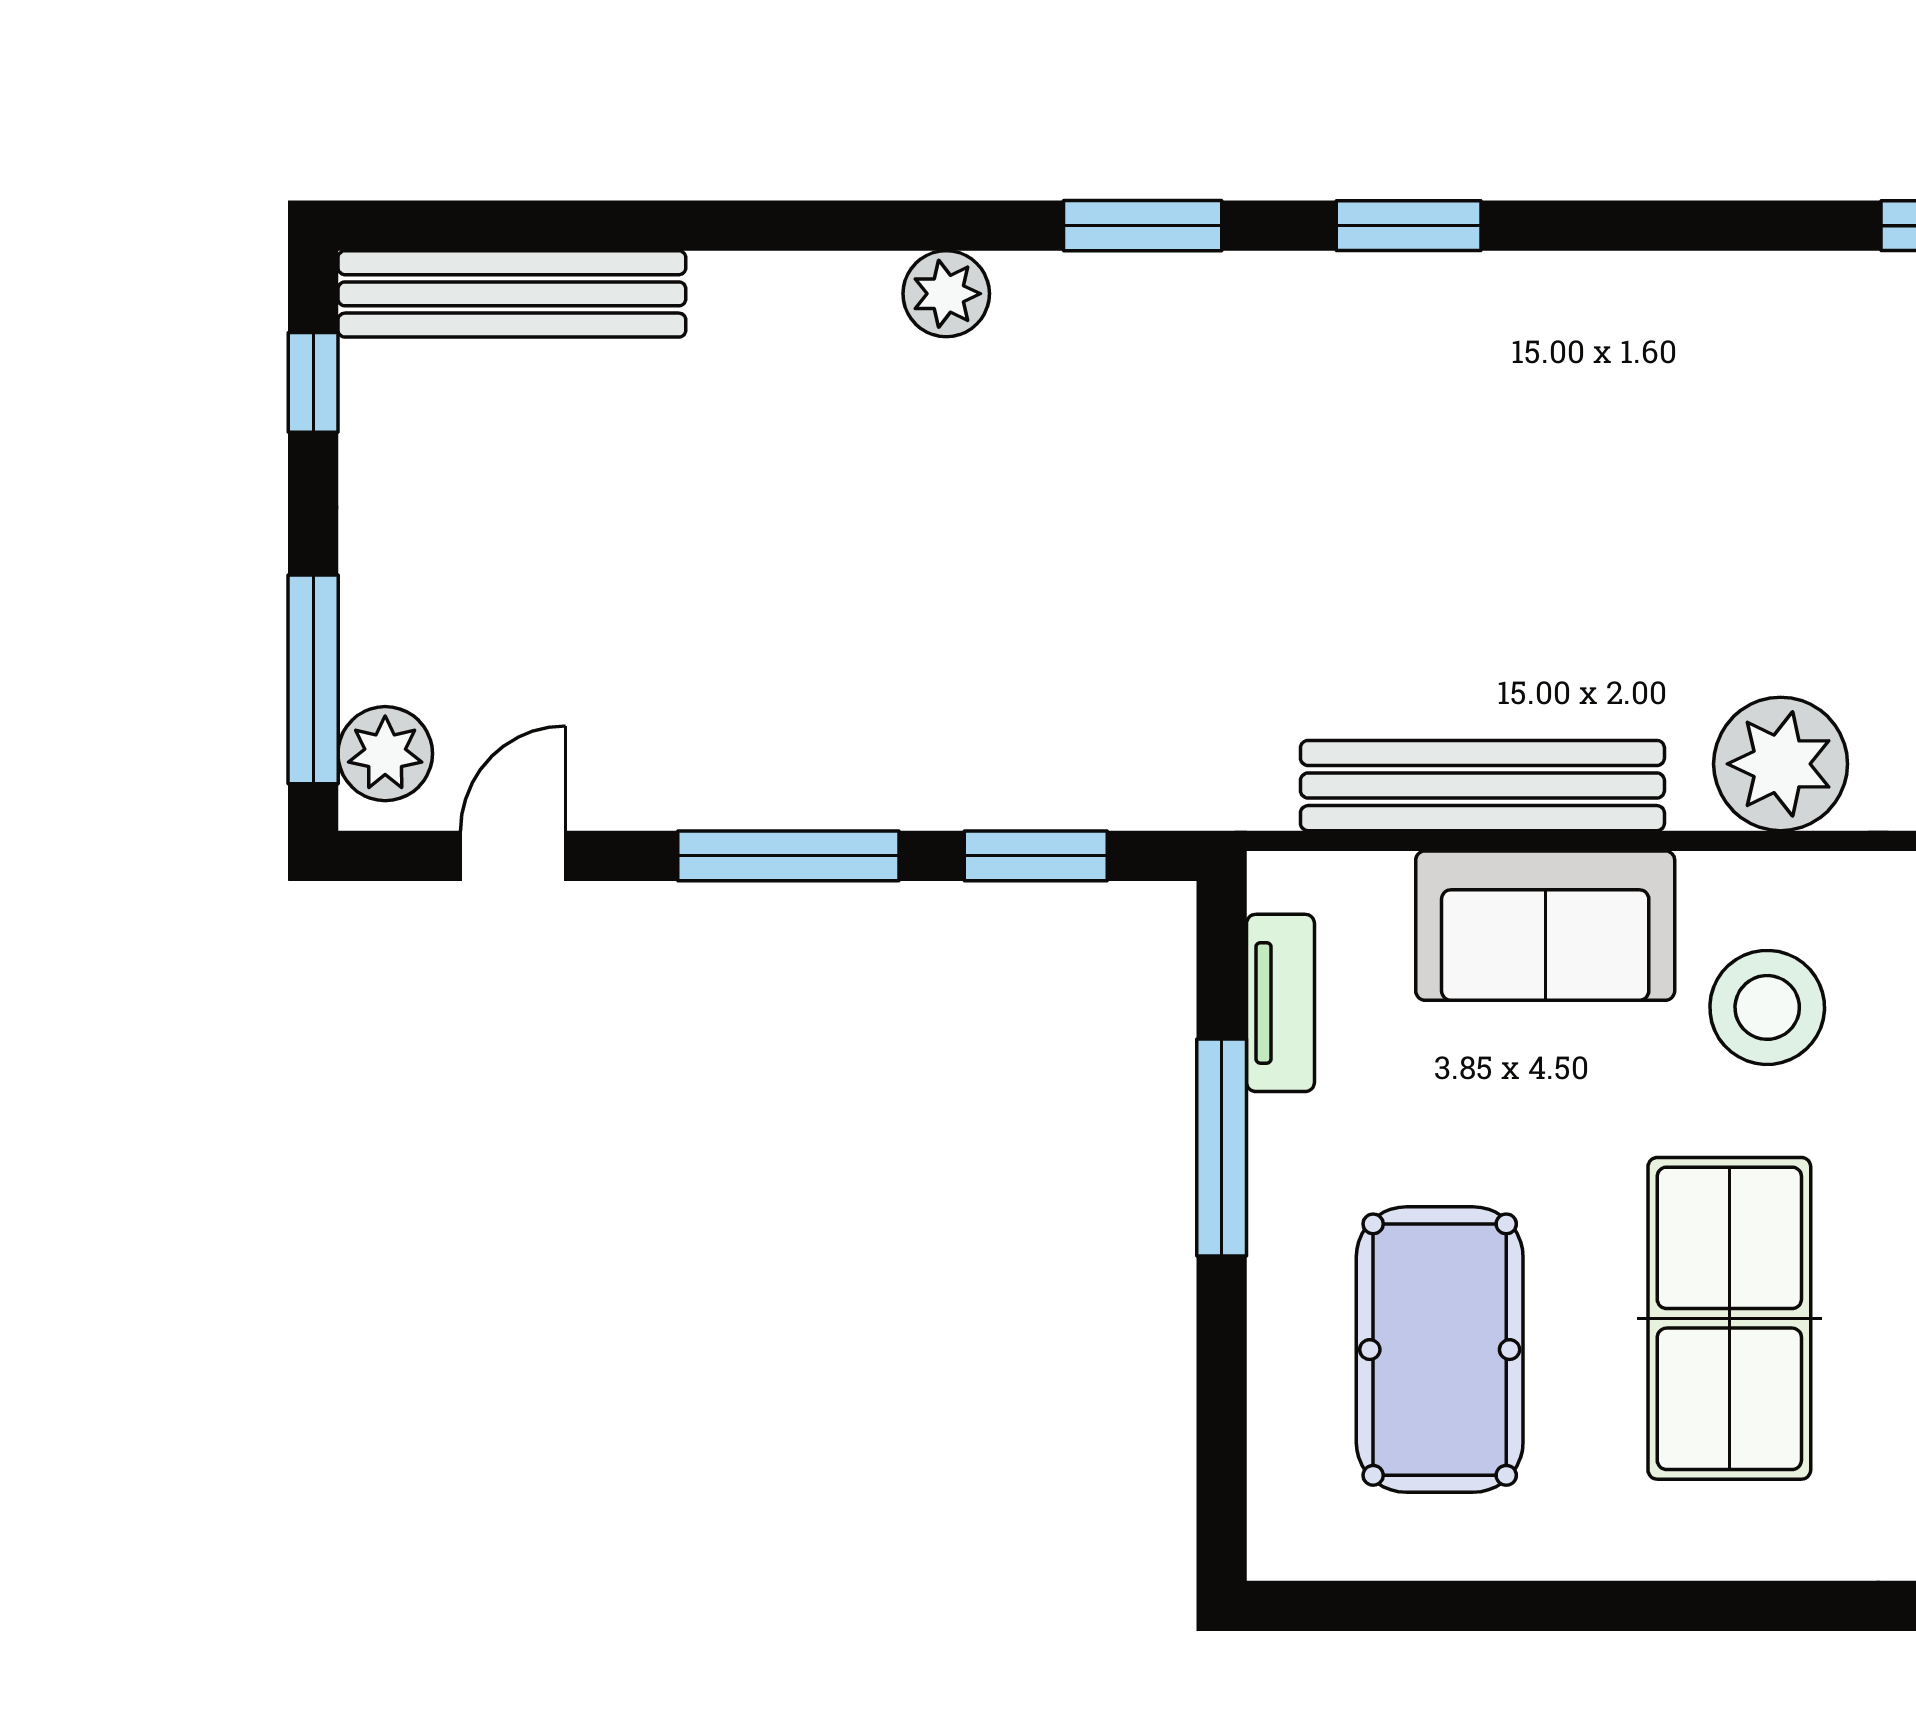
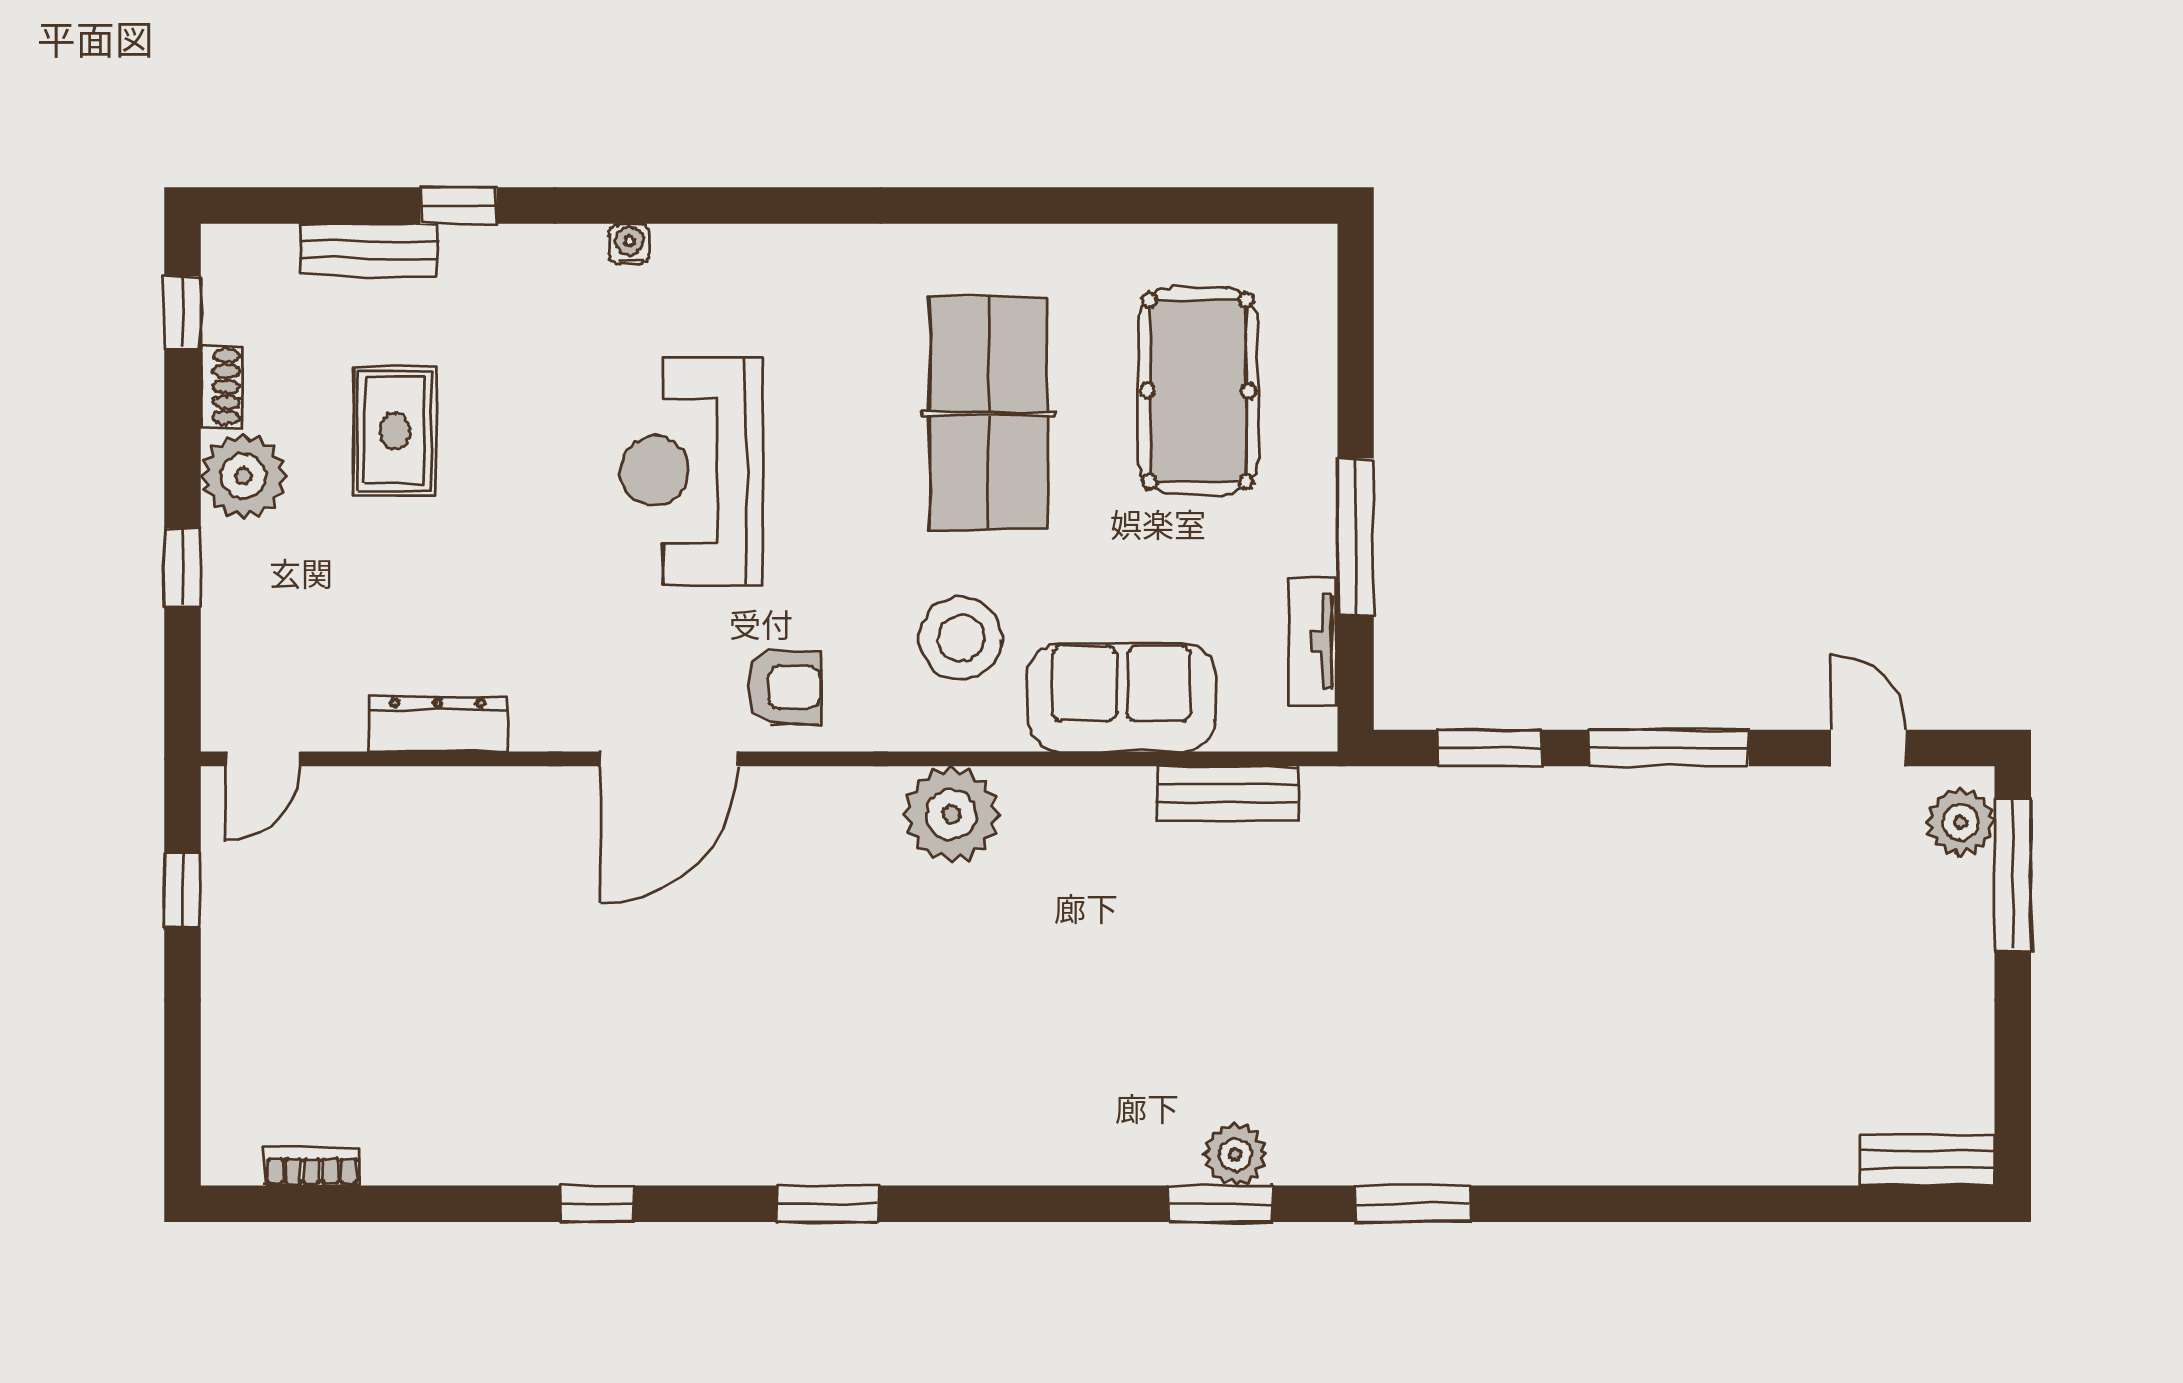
bench: (512, 294) -> (1927, 1160), width x0.54, depth x0.82
plant: (946, 294) -> (1235, 1154), moved
window: (313, 382) -> (2013, 1090), removed
bench: (1482, 786) -> (1228, 793), width x0.54, depth x0.82
door: (513, 856) -> (1868, 748), swing flipped

